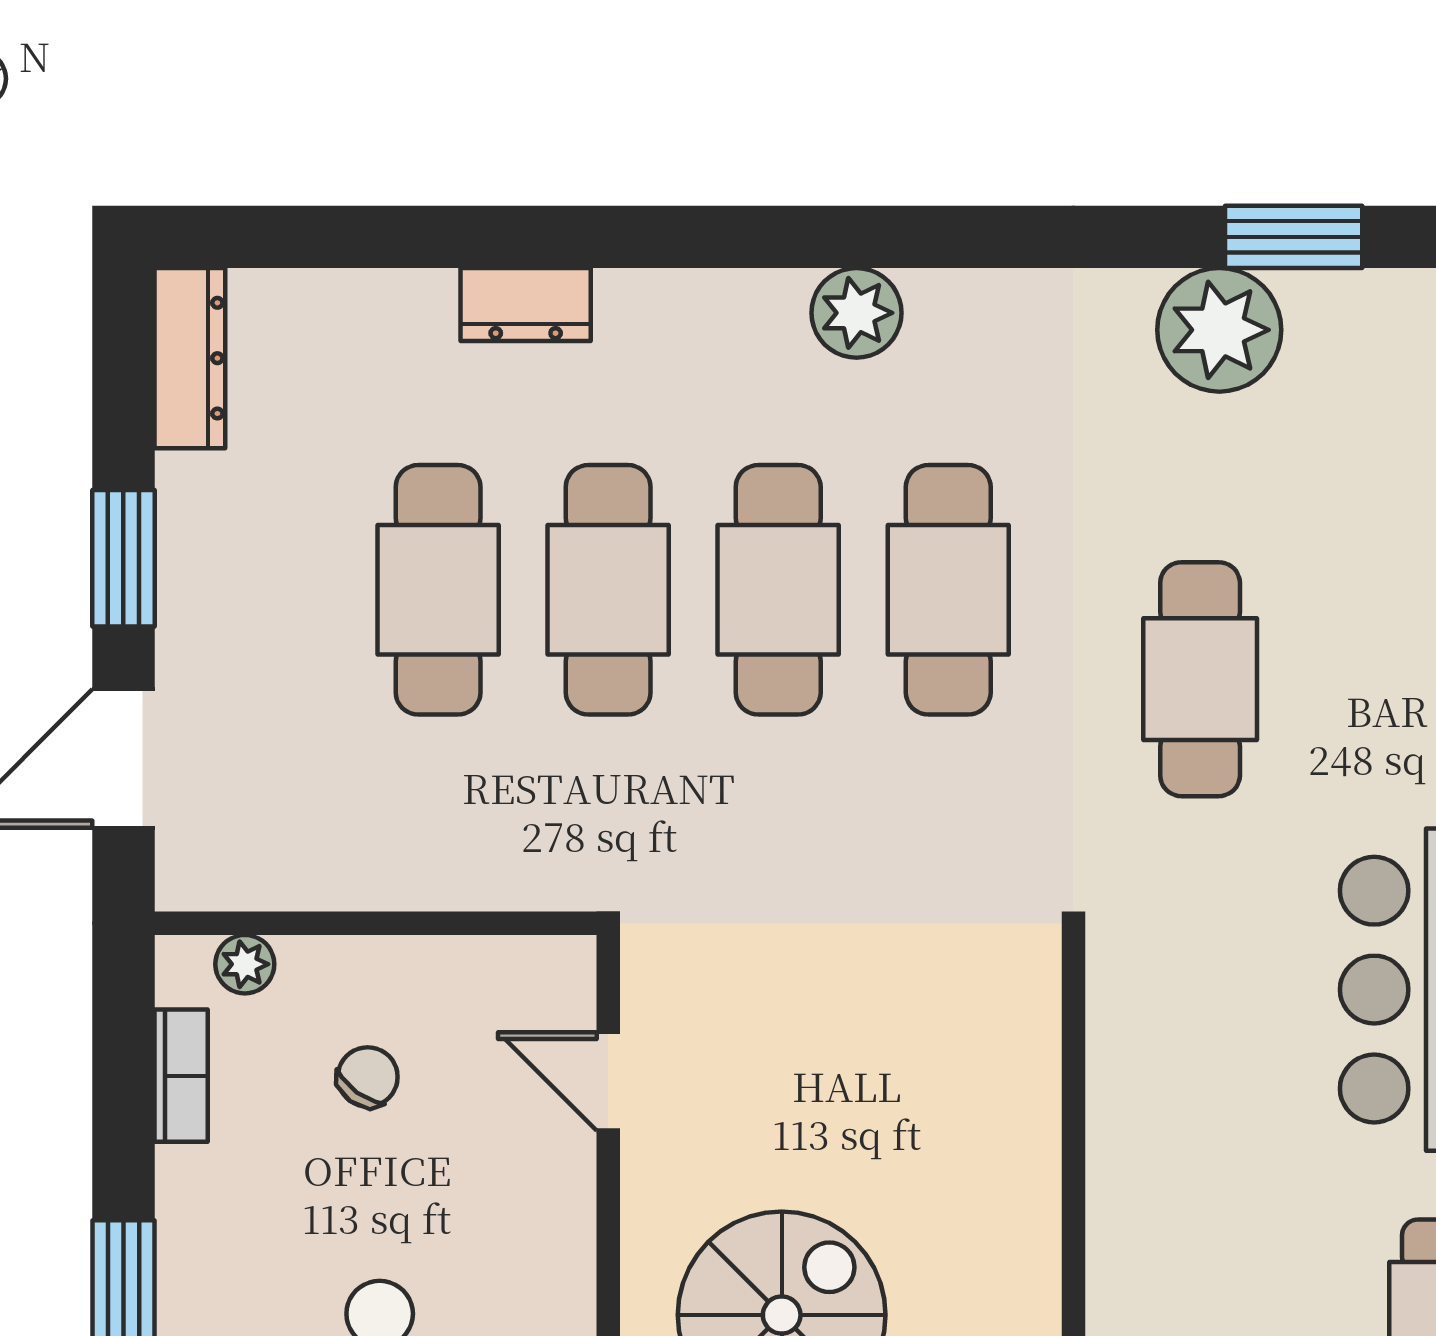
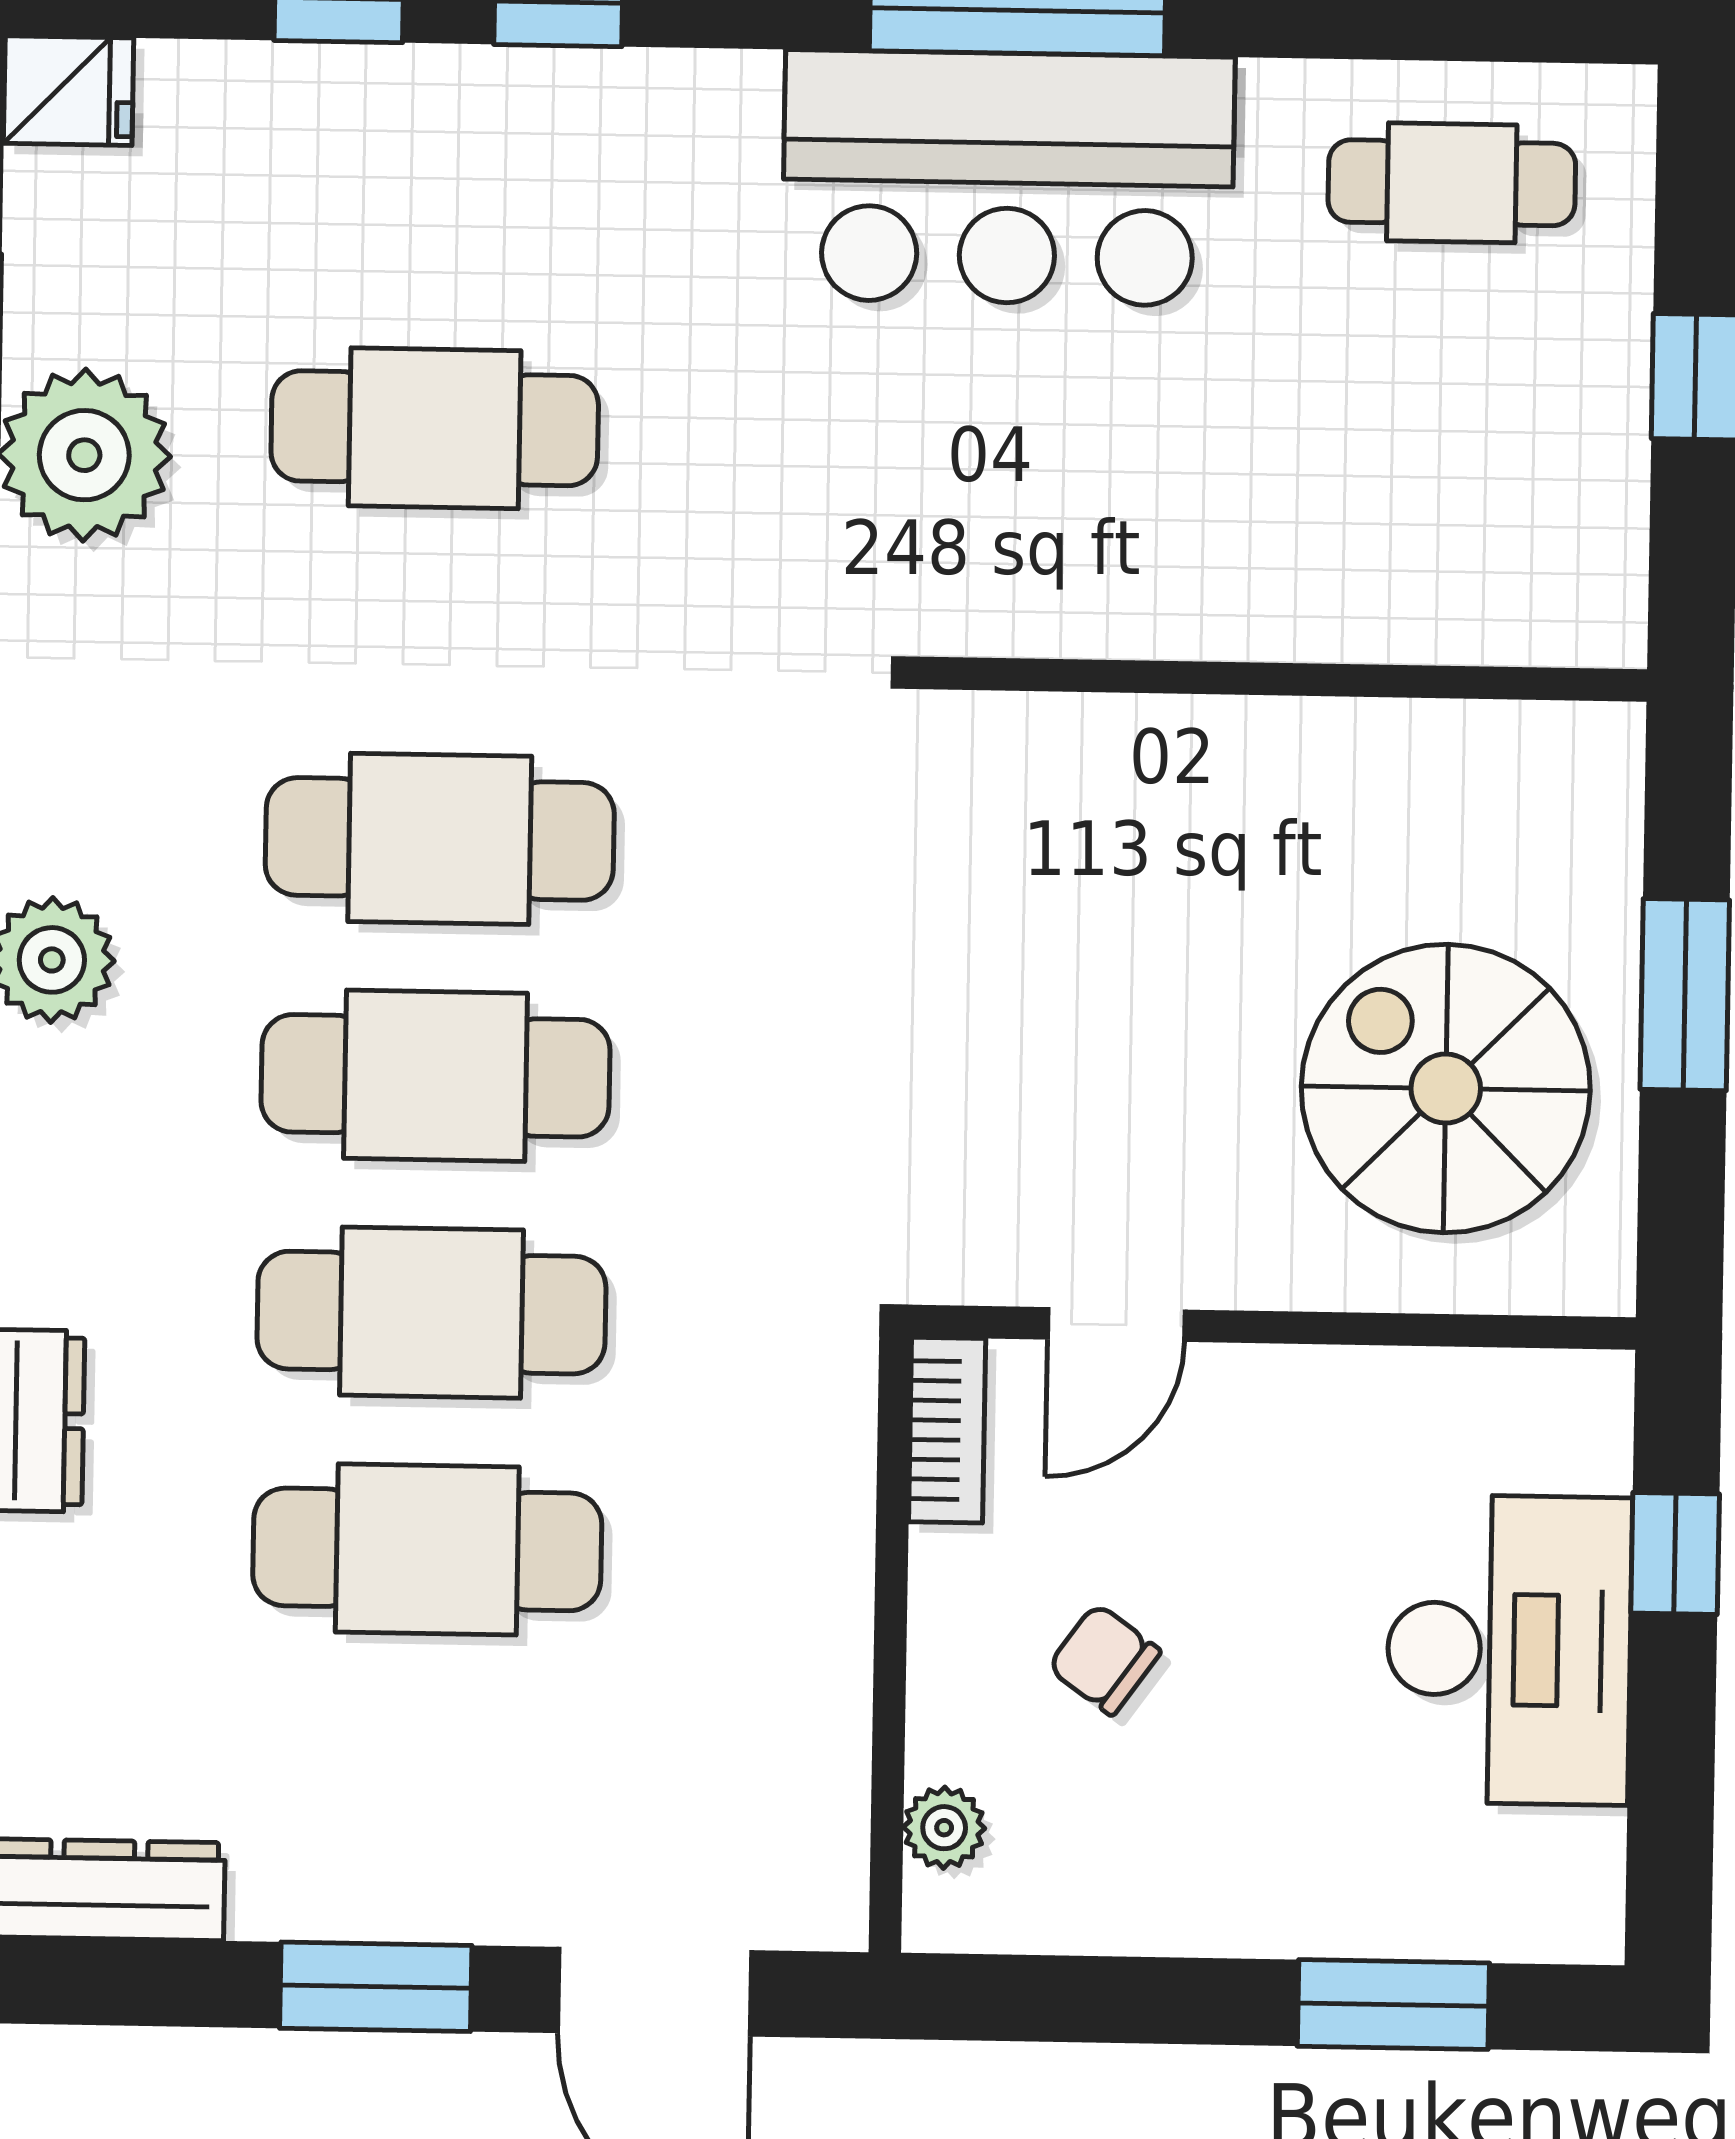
cafe table: (1200, 679) -> (435, 428), moved
bookcase: (181, 1076) -> (947, 1430), moved, turned 90

